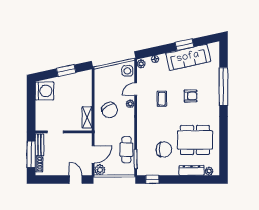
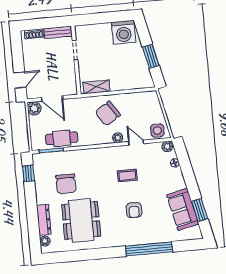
window: (184, 45) -> (200, 210), moved
sofa: (188, 57) -> (183, 209), width x0.73
window: (31, 154) -> (45, 23), removed

